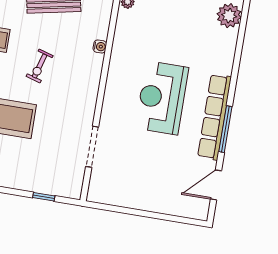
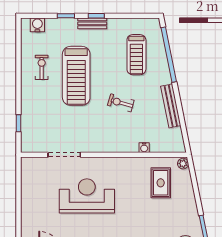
rug: (147, 33) -> (161, 183), added
reception desk: (162, 98) -> (87, 196), moved

